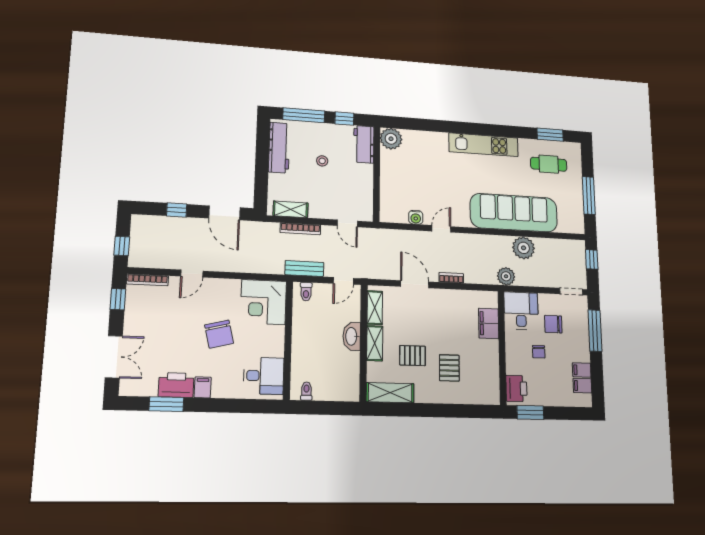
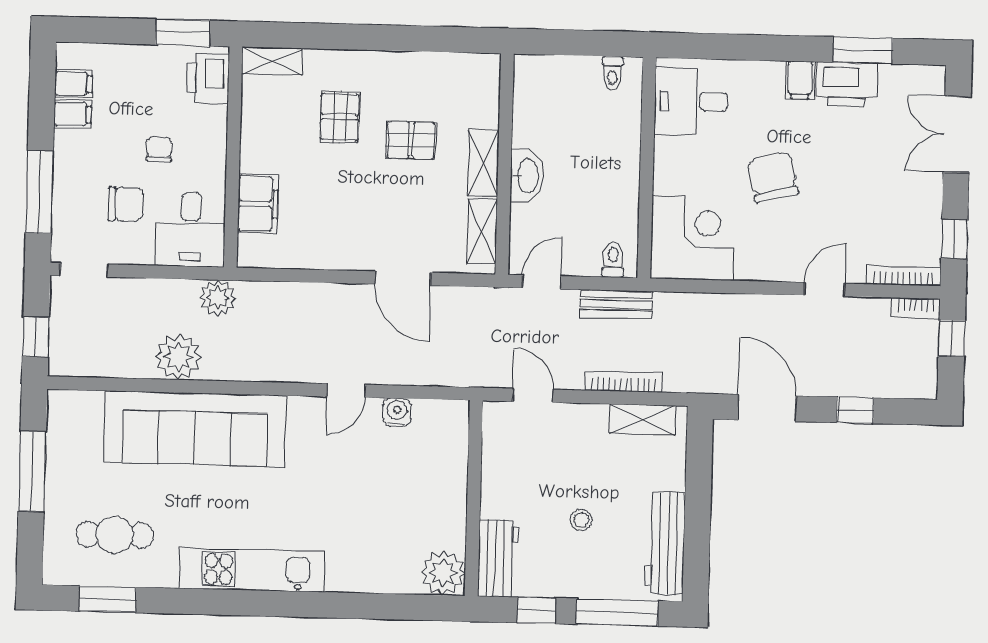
bookcase: (451, 278) -> (916, 308), moved
shelving: (390, 393) -> (272, 61), moved, width x0.67, depth x0.75

